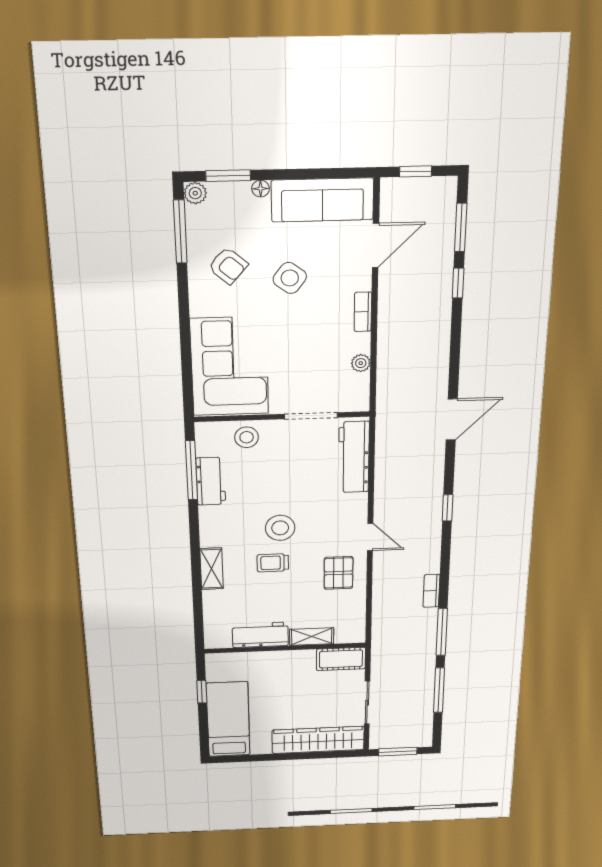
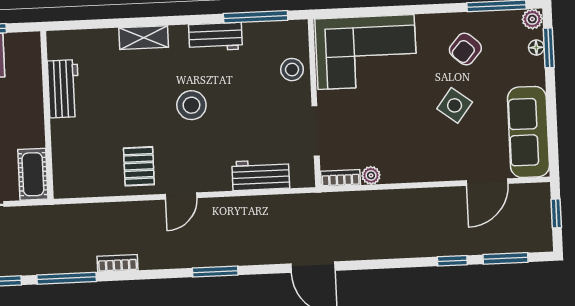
floor lamp: (261, 189) -> (536, 48), moved
door: (376, 245) -> (487, 182), hinge flipped
bookcase: (363, 312) -> (341, 178), moved
workbench: (354, 457) -> (261, 175), width x0.73
workbench: (211, 481) -> (215, 37), moved
window: (448, 508) -> (215, 272), width x1.50
trolley: (273, 563) -> (151, 99), removed
pallet: (339, 573) -> (139, 166), turned 90
shelving: (312, 637) -> (61, 142), removed

